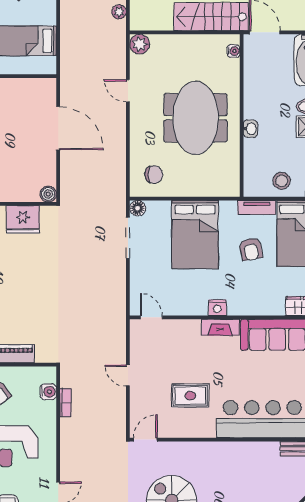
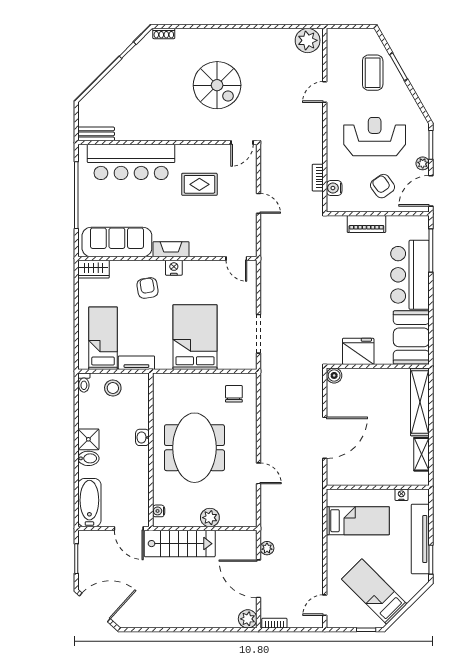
plant: (140, 44) -> (210, 518), moved
door: (58, 128) -> (325, 438), swing flipped
chair: (154, 175) -> (234, 394), turned 90
floor lamp: (138, 208) -> (249, 362), removed
armchair: (251, 249) -> (148, 288), moved

